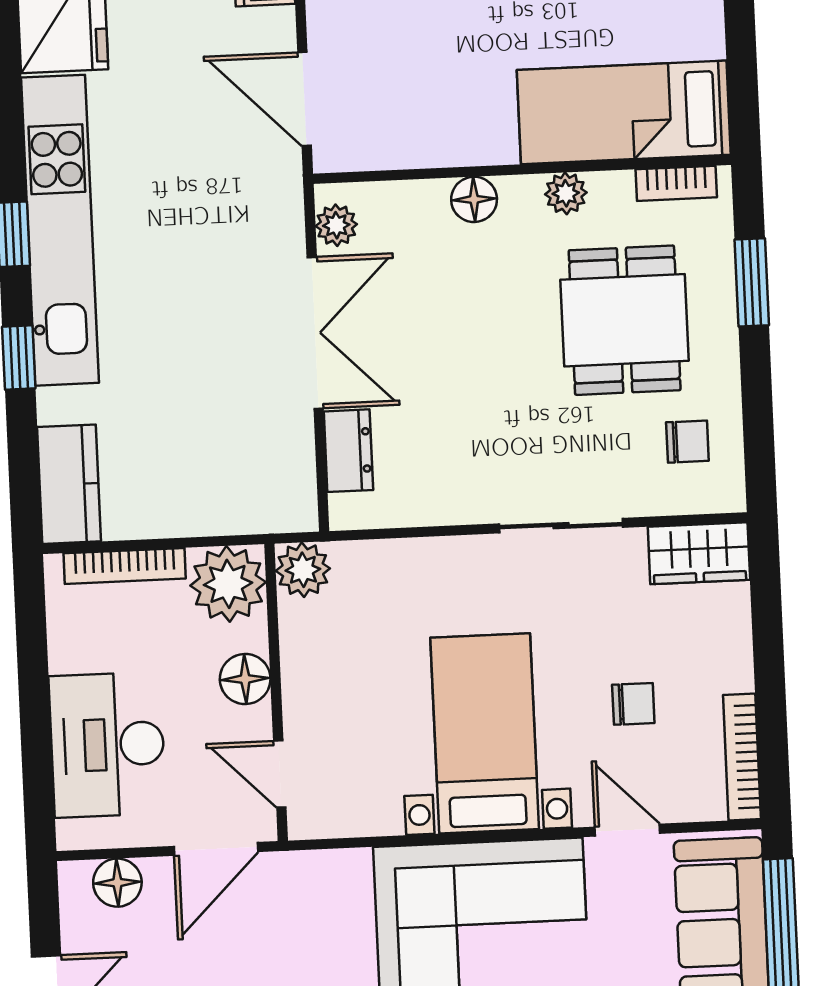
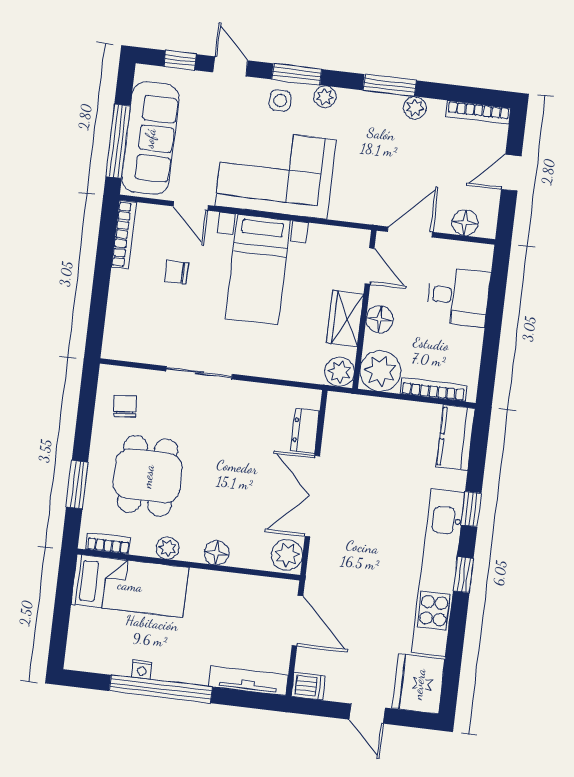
plant: (336, 225) -> (287, 555), width x1.38, depth x1.38
chair: (687, 442) -> (125, 406), turned 85
wardrobe: (699, 553) -> (345, 319), moved, turned -90
desk: (107, 745) -> (458, 297), width x0.73

